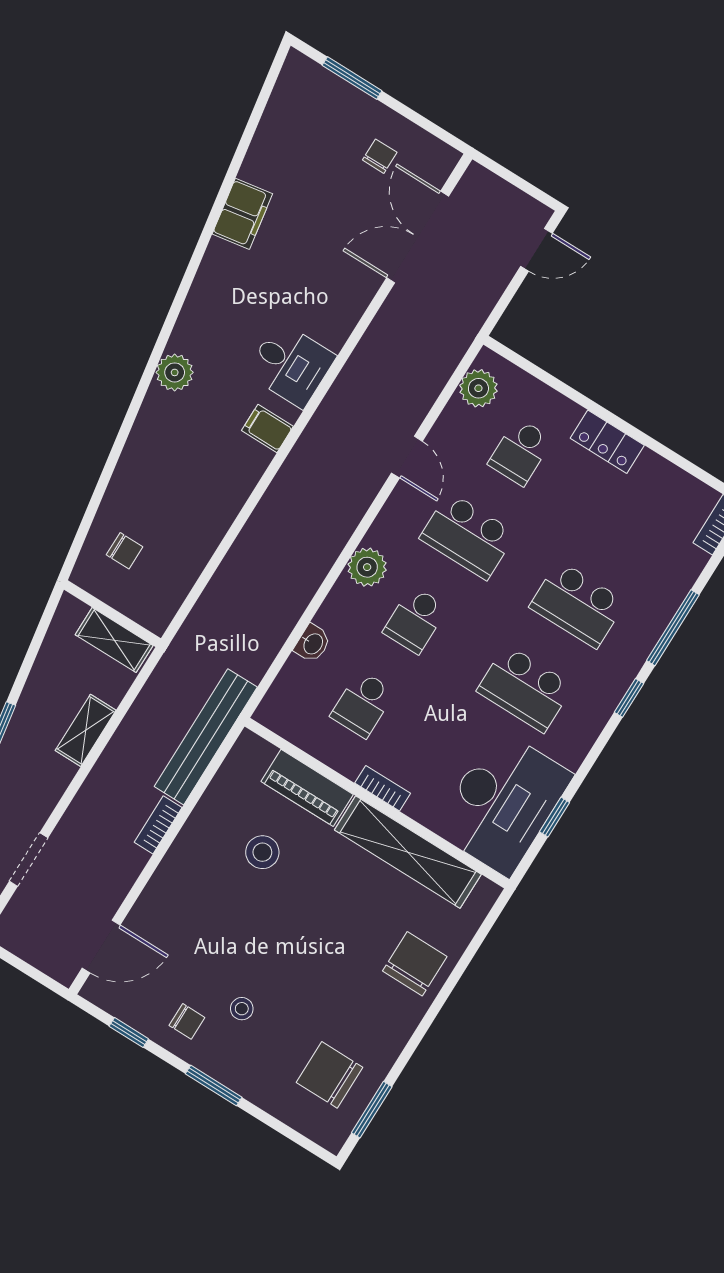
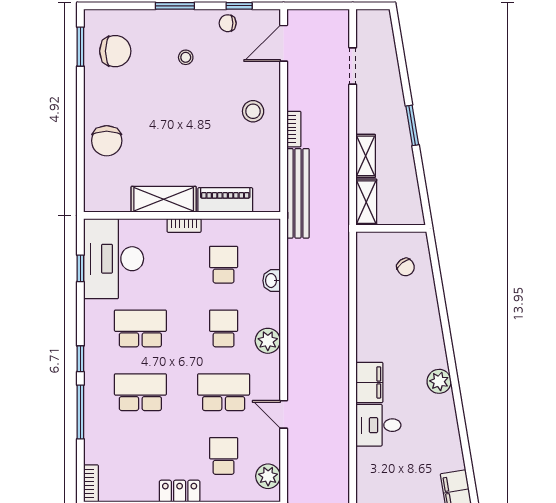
filing cabinet: (267, 428) -> (369, 382), width x2.00
chair: (125, 551) -> (406, 267), turned -127
shelving: (114, 640) -> (366, 202), moved, turned 90
stool: (262, 852) -> (253, 111), moved
shelving: (408, 852) -> (164, 199), width x0.68
chair: (187, 1021) -> (228, 23), moved

